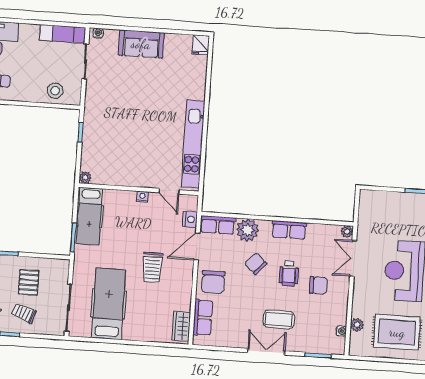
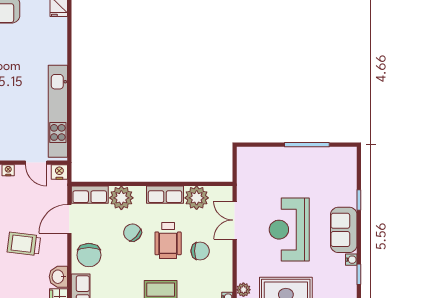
nightstand: (190, 219) -> (59, 172), moved, turned -90
plant: (347, 231) -> (197, 198), moved, width x1.88, depth x1.88
trolley: (152, 267) -> (24, 244), turned 97
wheelchair: (289, 273) -> (168, 240), width x1.36, depth x1.37
washbasin: (183, 301) -> (58, 277), added

